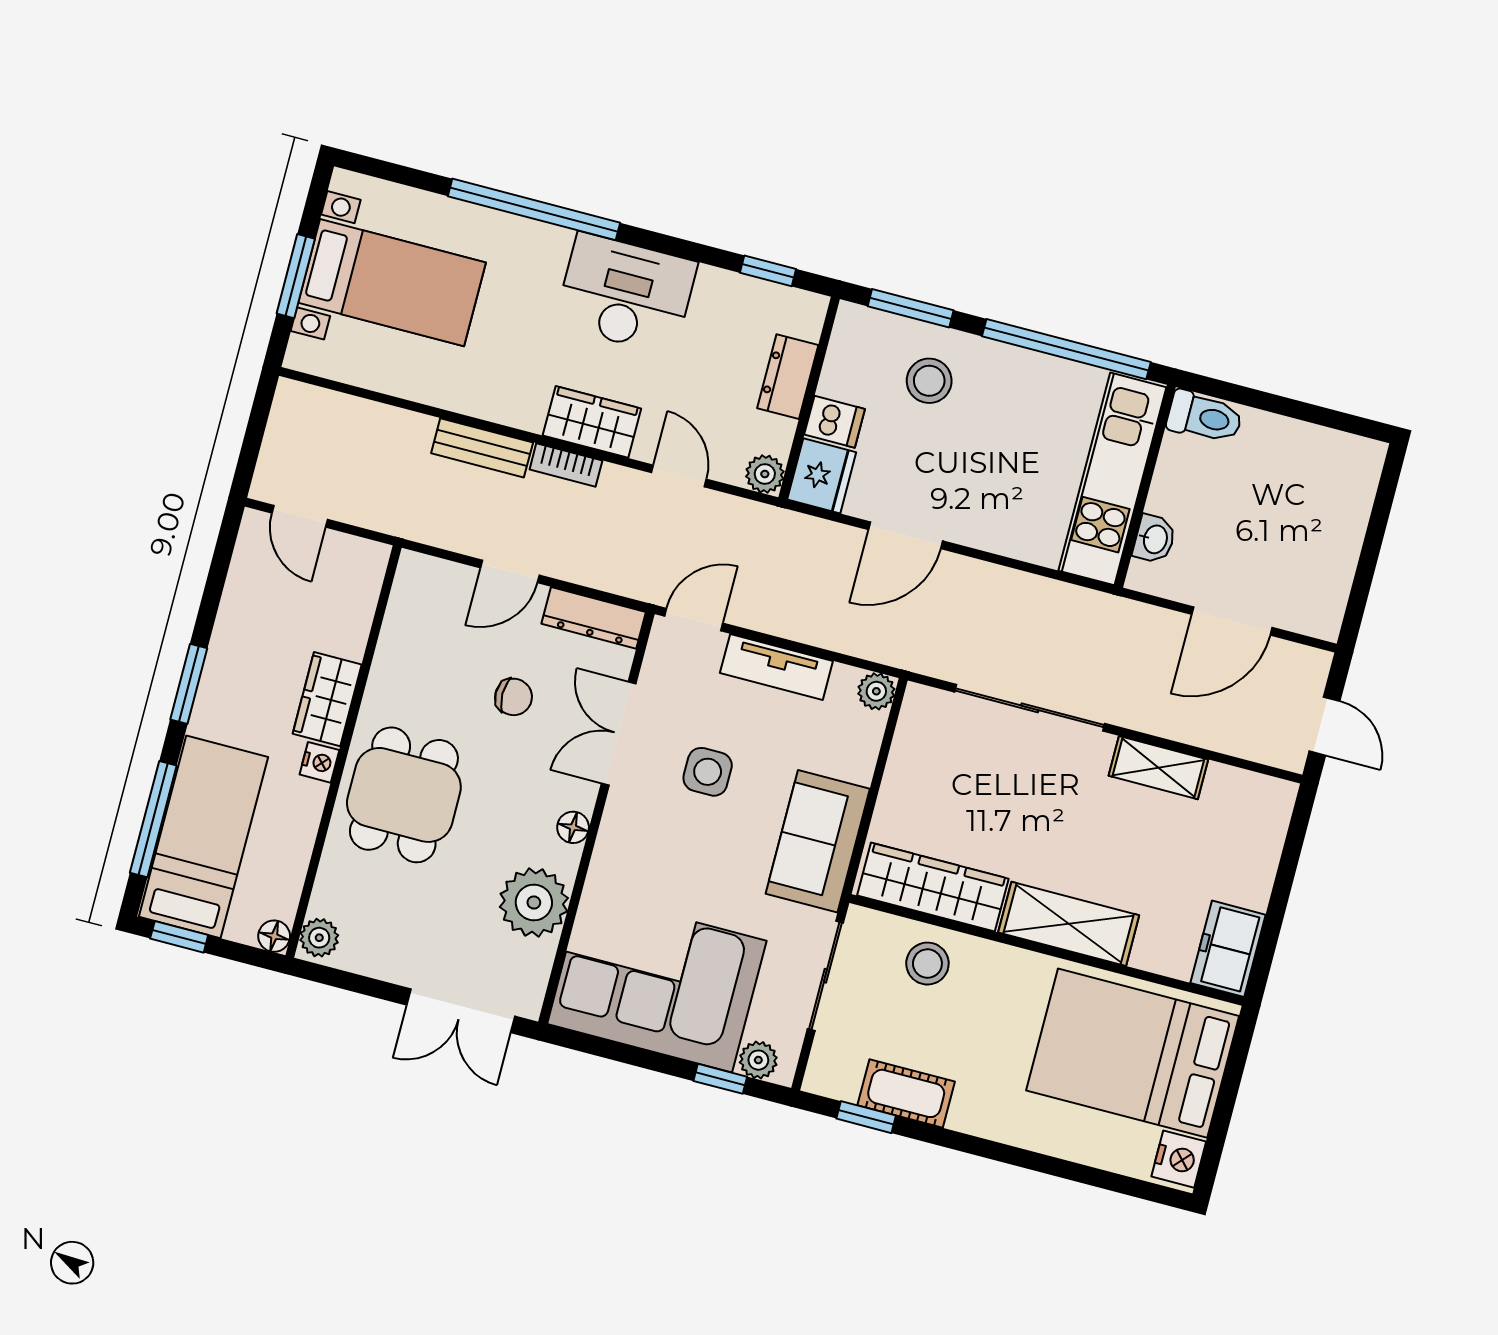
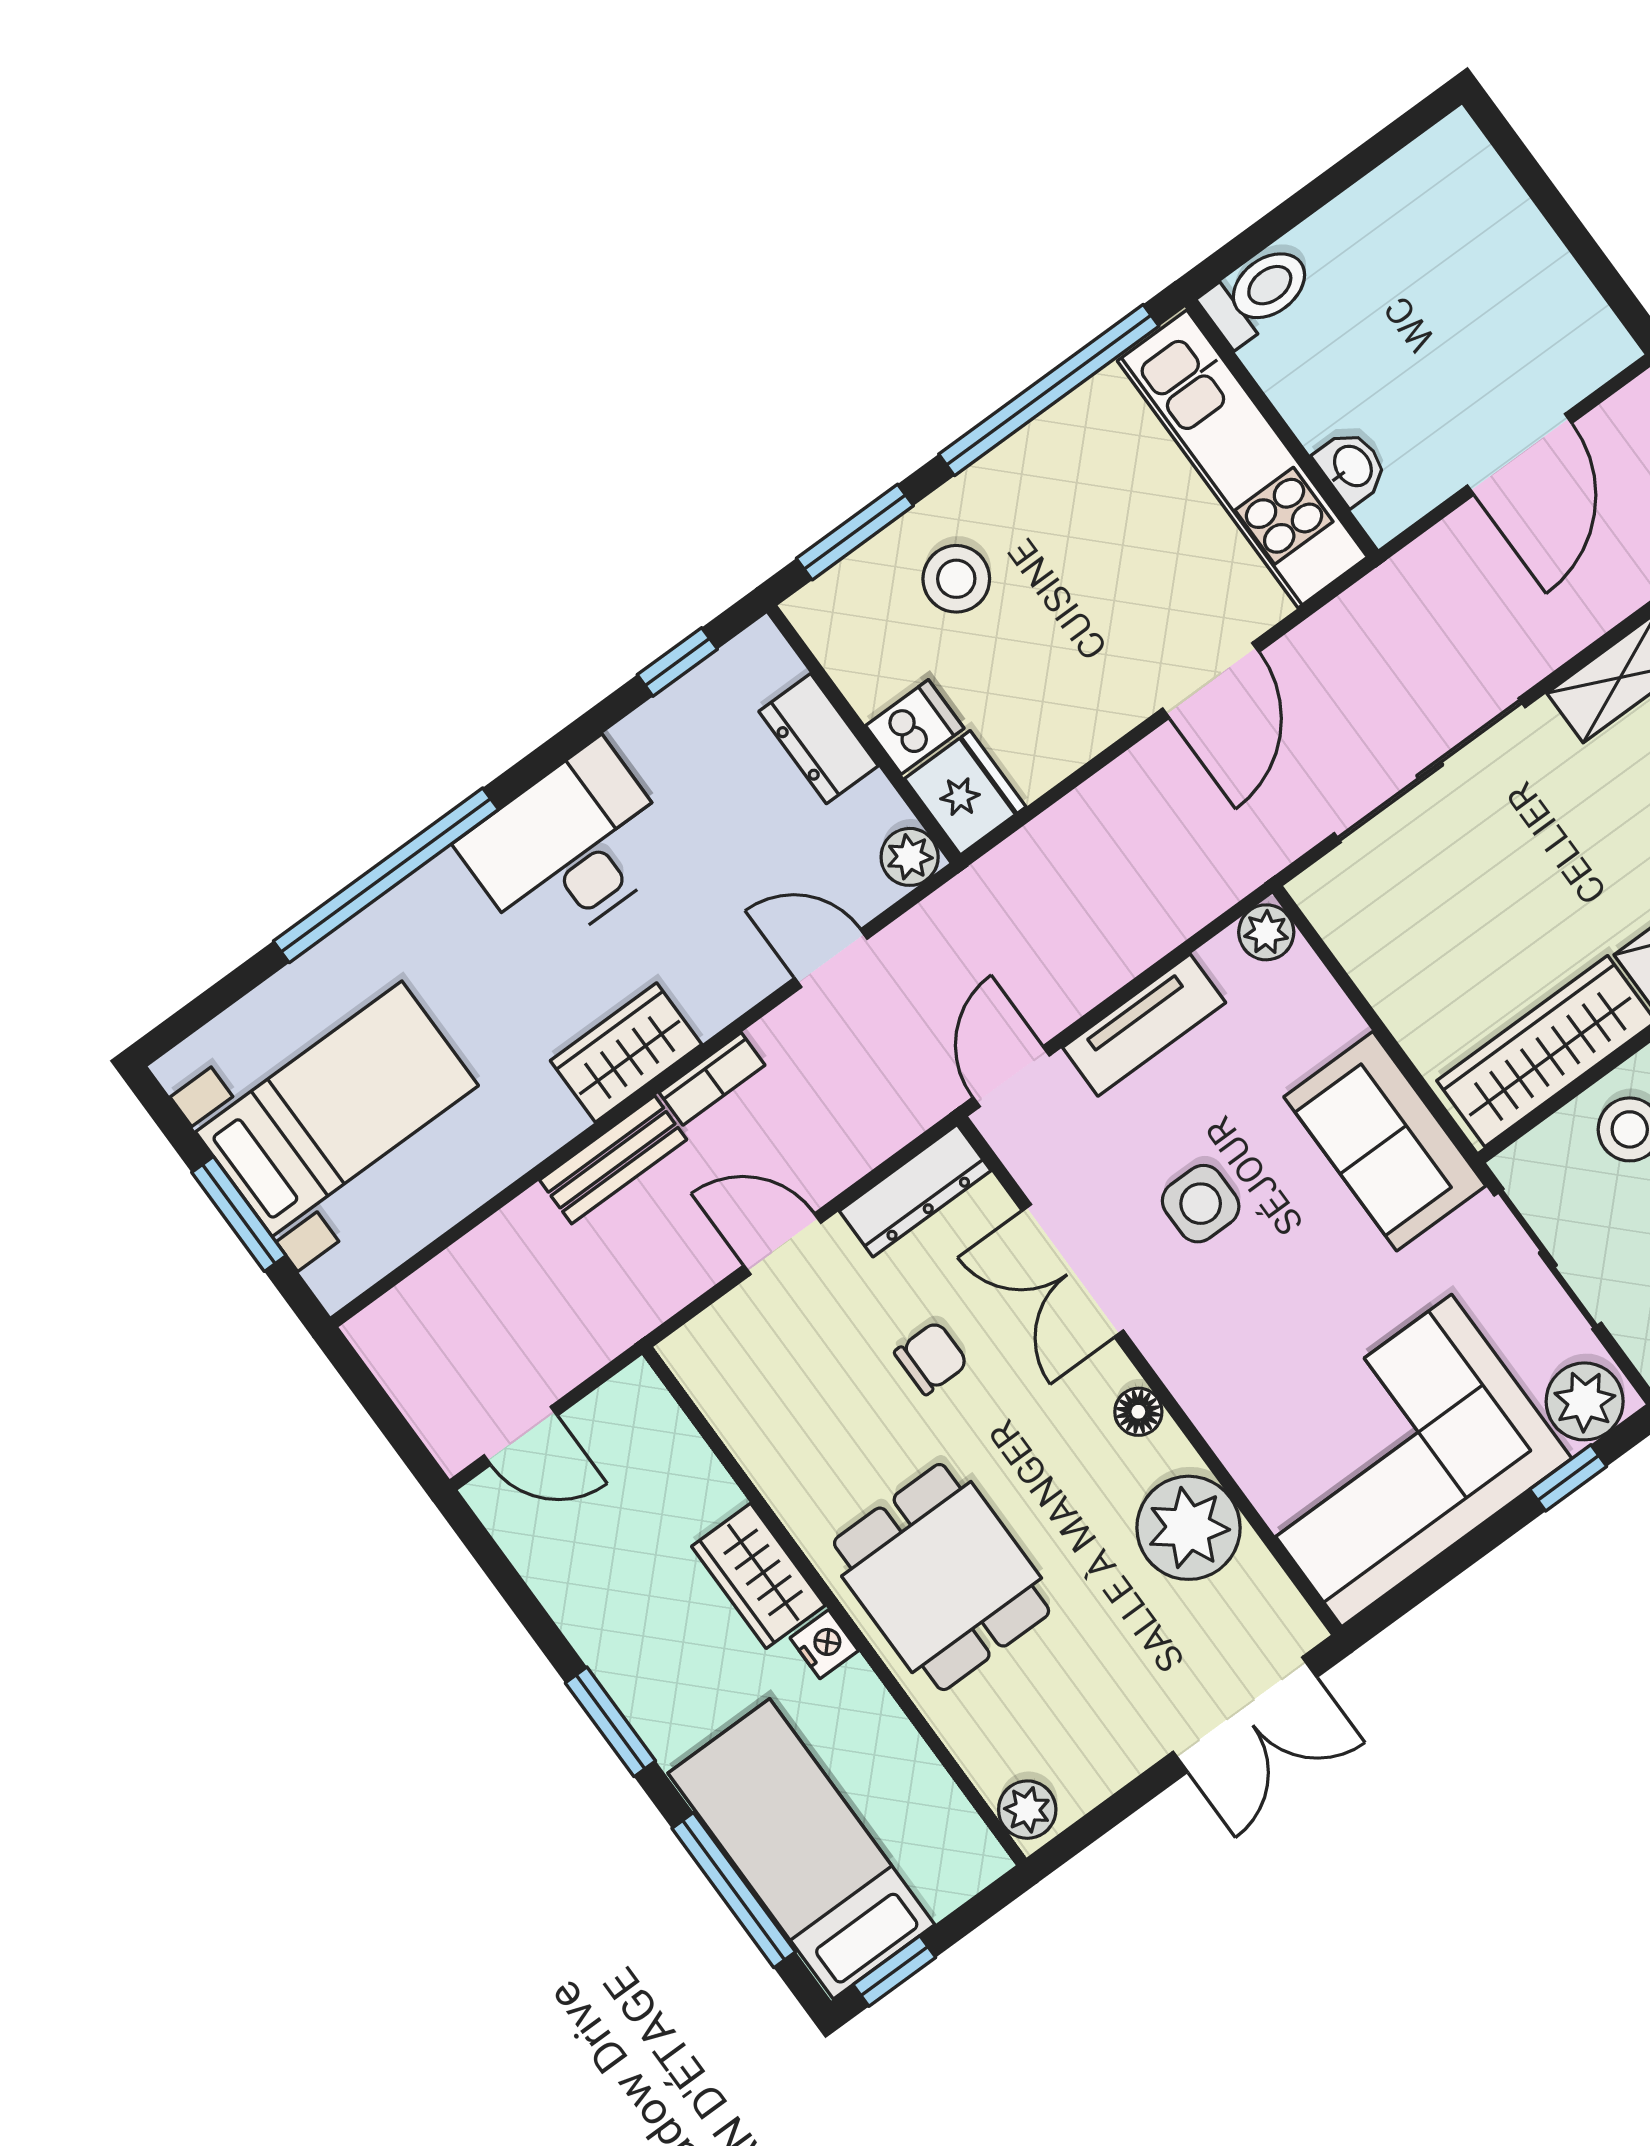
wardrobe: (592, 422) -> (626, 1052), moved
door: (905, 535) -> (1211, 680), moved
door: (510, 571) -> (782, 1244), swing flipped
floor lamp: (274, 936) -> (983, 1860), removed
plant: (758, 1060) -> (1585, 1401), width x1.38, depth x1.38

